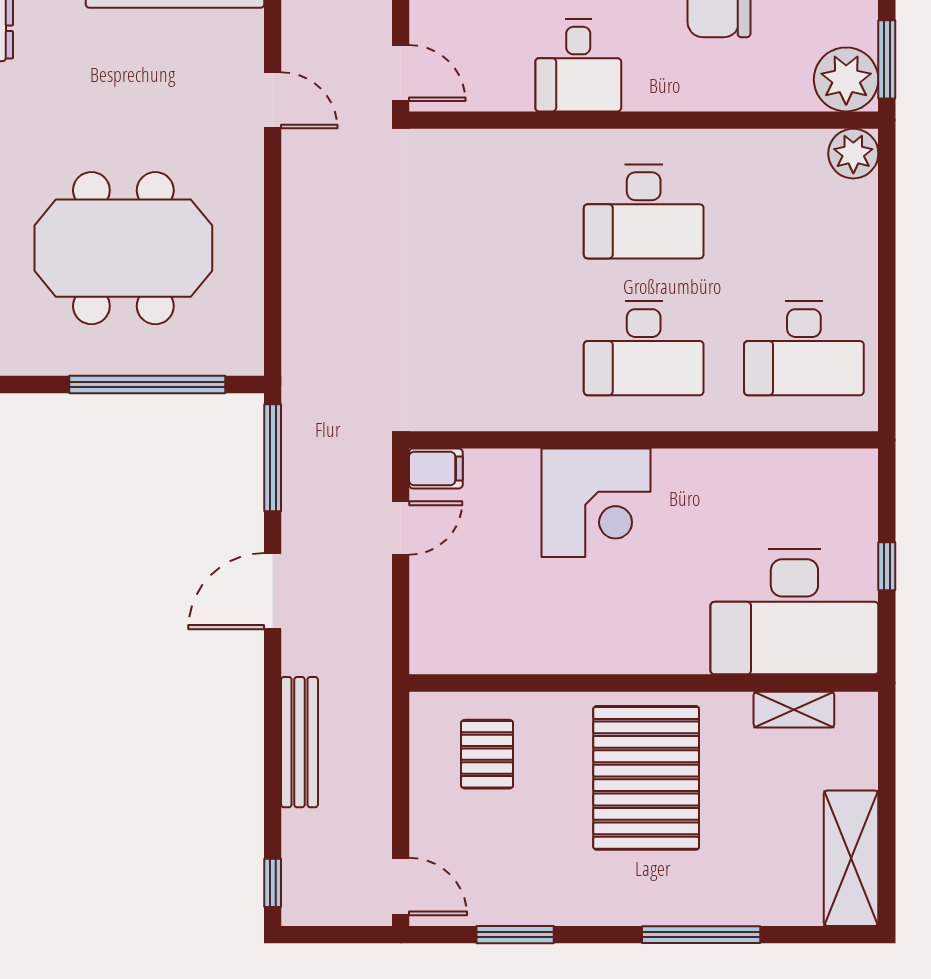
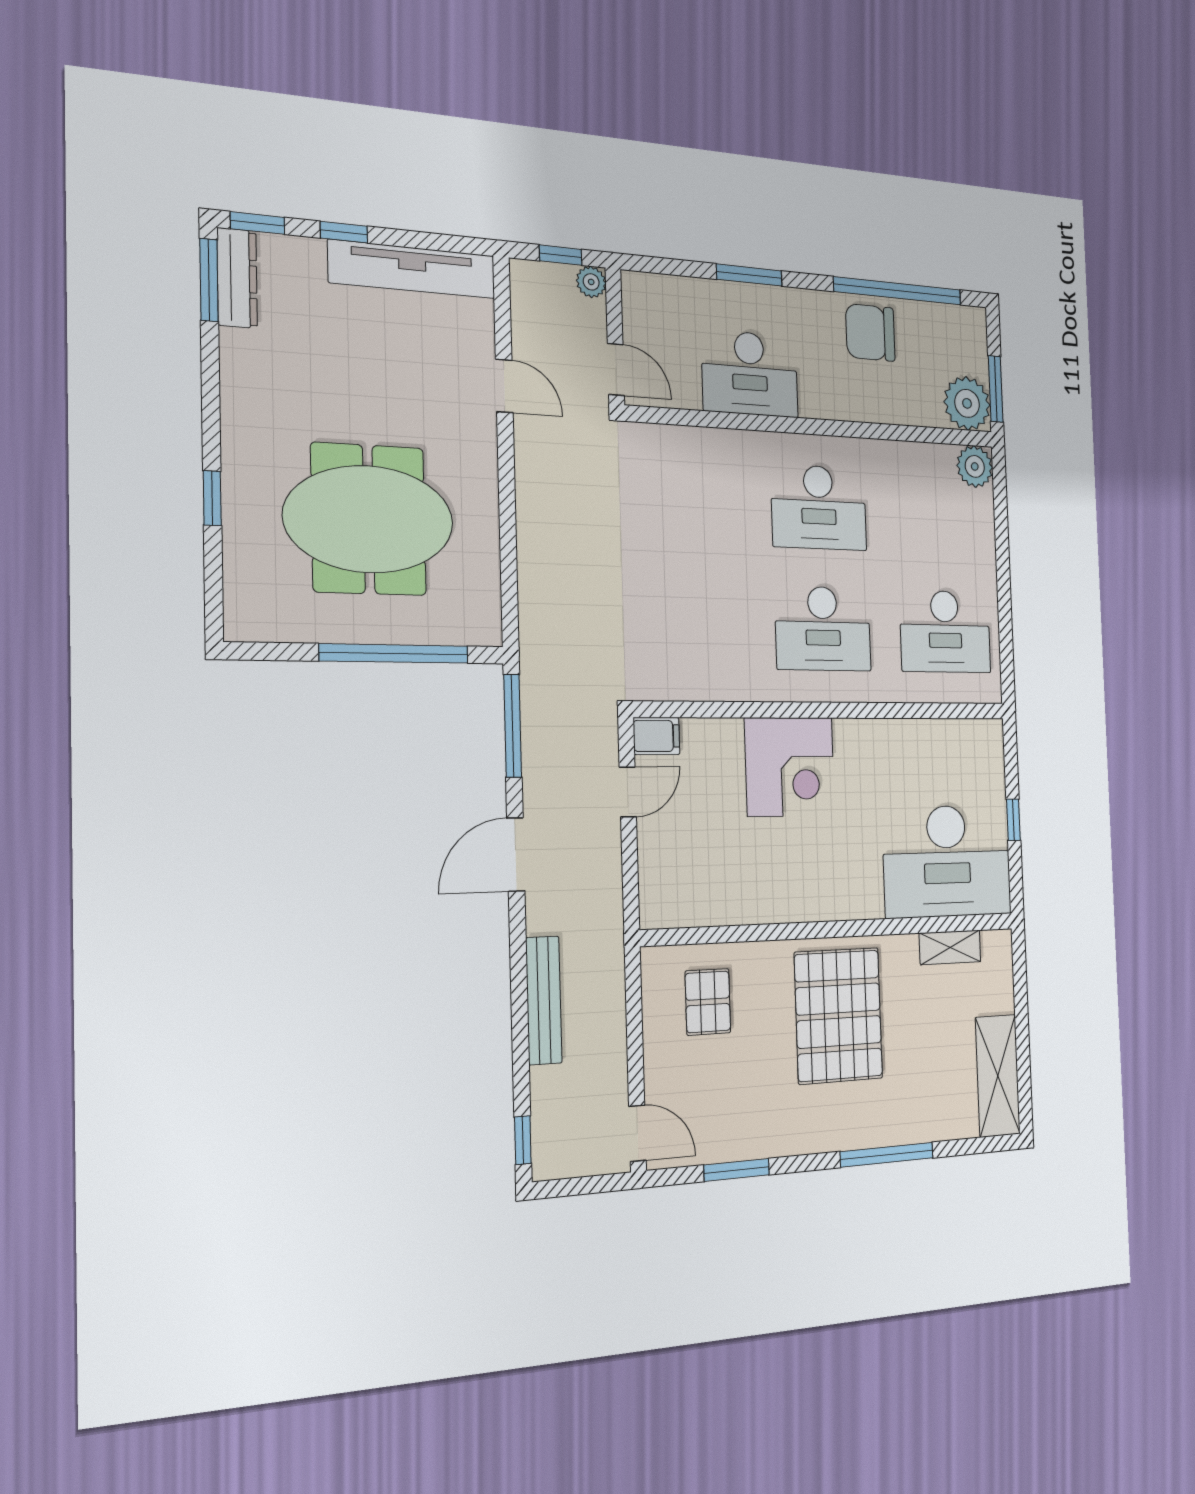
desk: (578, 65) -> (750, 374), width x1.37

